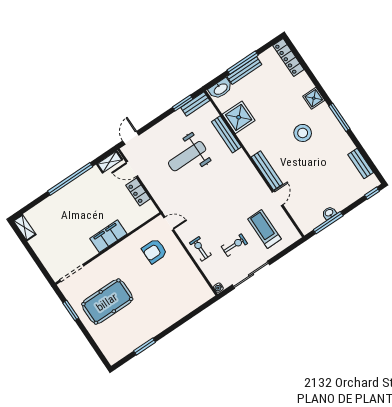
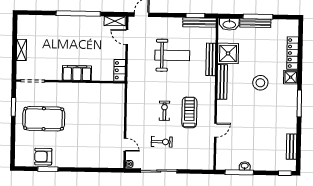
locker: (288, 57) -> (293, 53), moved
bench: (195, 104) -> (199, 22), width x1.36
stool: (303, 133) -> (260, 83), moved
weight bench: (187, 156) -> (172, 55), turned 180
bench: (267, 171) -> (222, 82), moved
locker: (138, 192) -> (120, 70), moved
door: (169, 224) -> (125, 145), moved
shelving: (25, 228) -> (21, 50), moved
treadmill: (264, 229) -> (189, 112), moved
exercise bike: (200, 249) -> (164, 111), moved
armchair: (154, 251) -> (43, 157), moved

